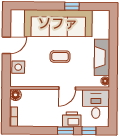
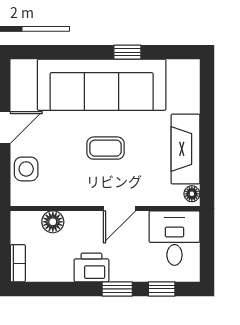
floor lamp: (15, 95) -> (53, 222), moved
printer: (72, 119) -> (91, 267), moved

